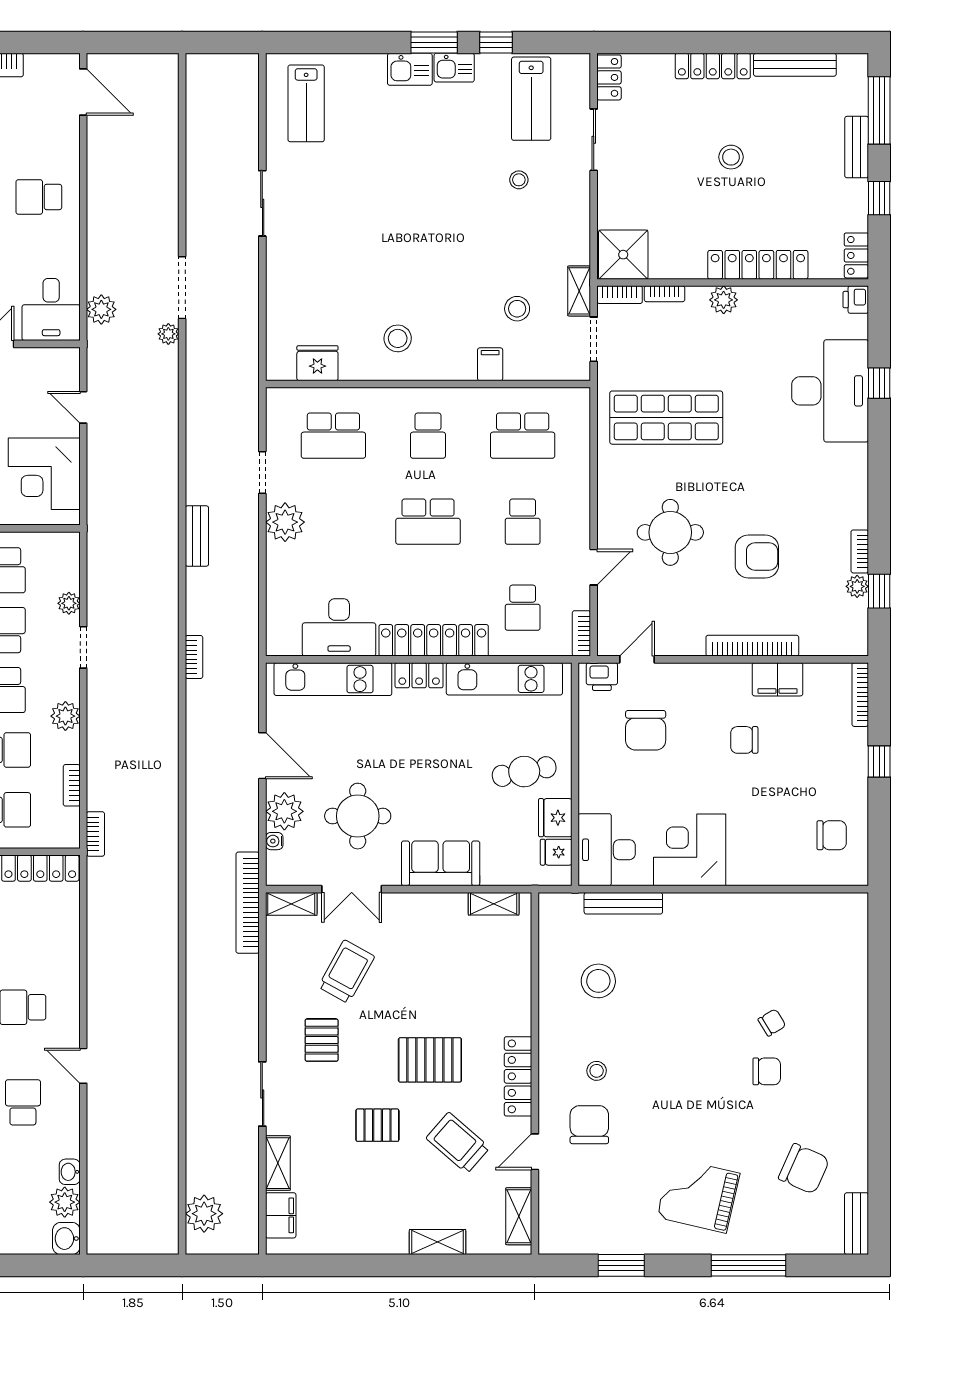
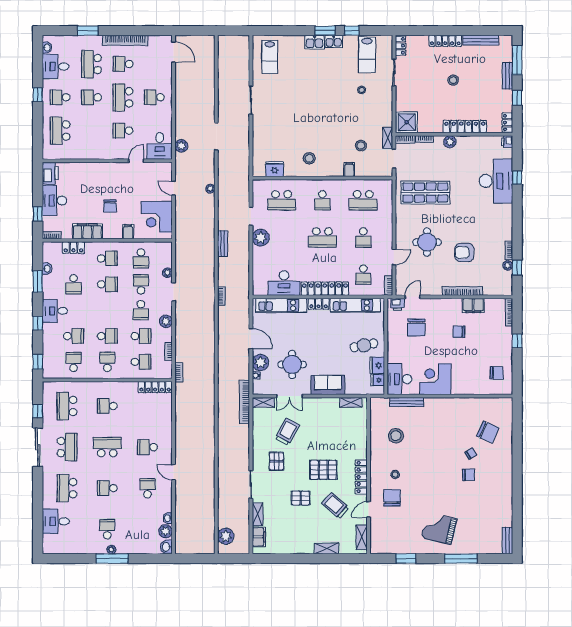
plant: (168, 334) -> (210, 189), moved
armchair: (757, 556) -> (464, 252), turned 180
chair: (804, 1169) -> (488, 432), moved

